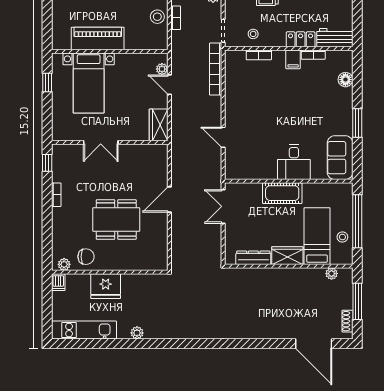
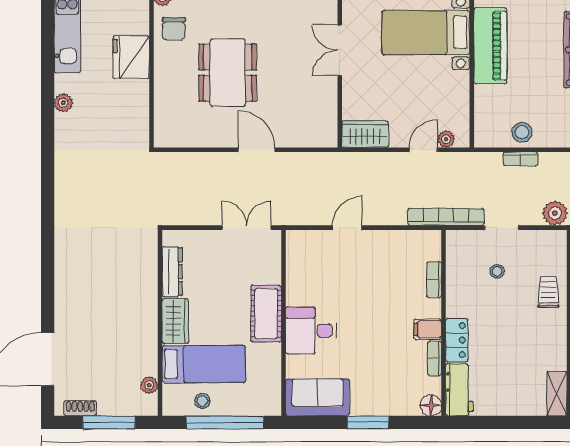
workbench: (335, 38) -> (459, 390), moved
locker: (301, 39) -> (457, 340), moved
wall: (289, 48) -> (444, 323), moved
bookcase: (259, 55) -> (434, 280), moved
bookcase: (313, 55) -> (435, 358), moved
filing cabinet: (293, 59) -> (428, 329), moved

